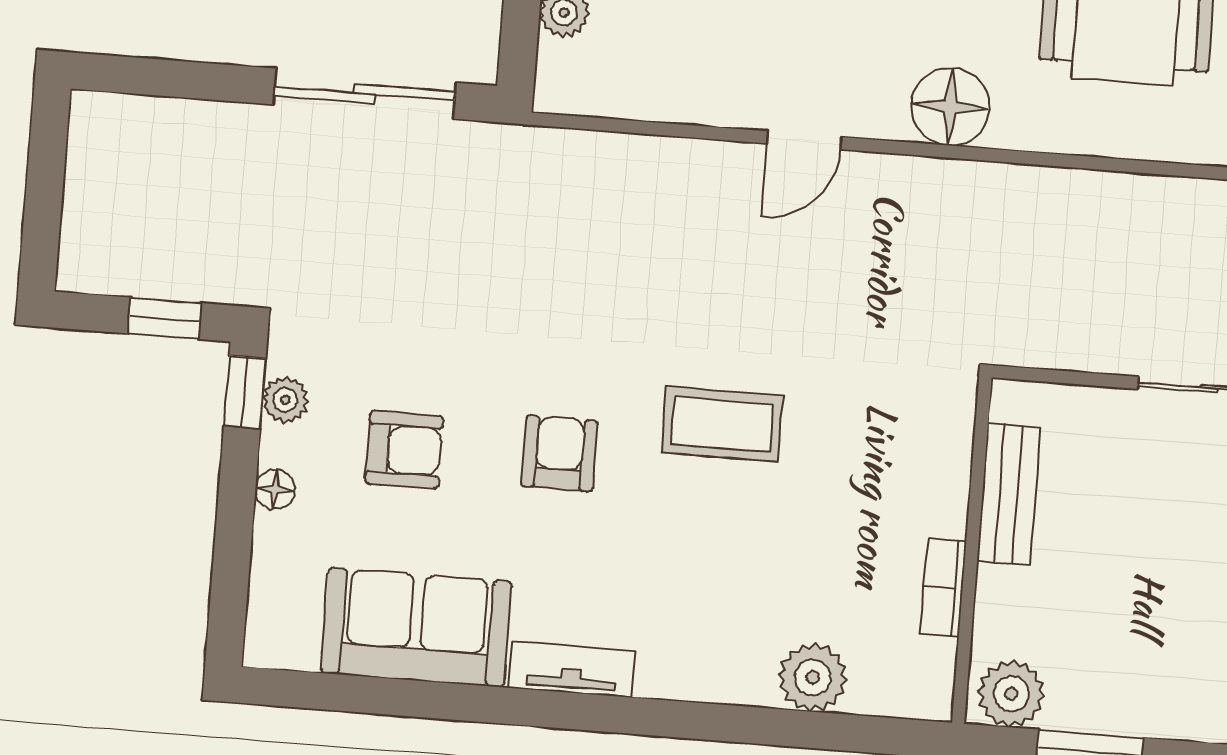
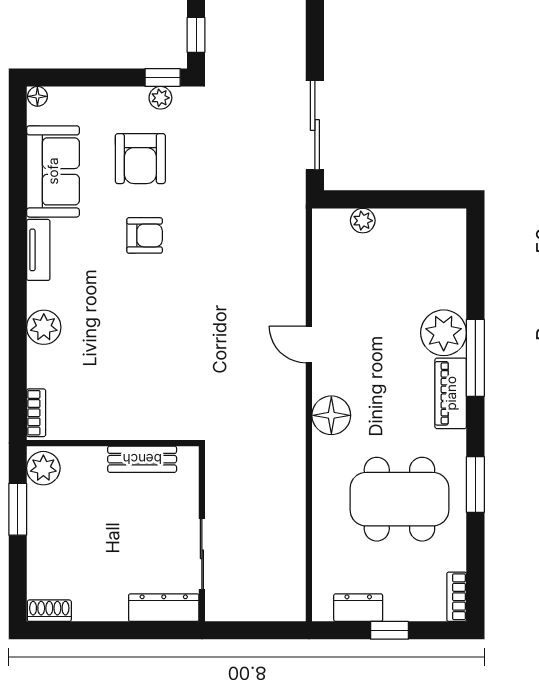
coffee table: (722, 424) -> (165, 315), removed
armchair: (404, 450) -> (140, 159), width x1.38, depth x1.38
floor lamp: (275, 489) -> (37, 96), moved
bookcase: (943, 588) -> (36, 413), moved, turned 90
plant: (813, 677) -> (44, 327), moved

